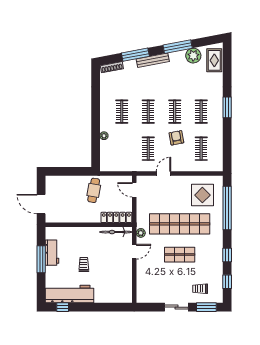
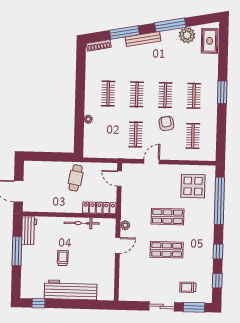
shop shelf: (180, 224) -> (167, 217), width x0.50, depth x0.74
bicycle: (116, 232) -> (82, 223), moved
workbench: (52, 253) -> (29, 231), moved
workbench: (70, 294) -> (71, 290), moved

